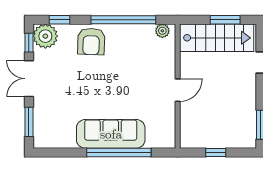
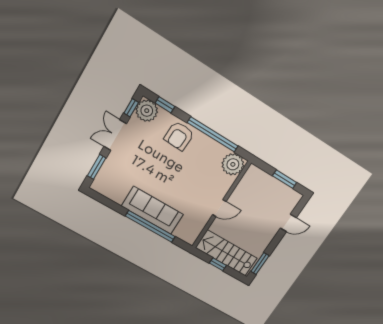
plant: (162, 31) -> (233, 164), width x1.87, depth x1.87
stairs: (217, 38) -> (226, 253), moved, turned 180

